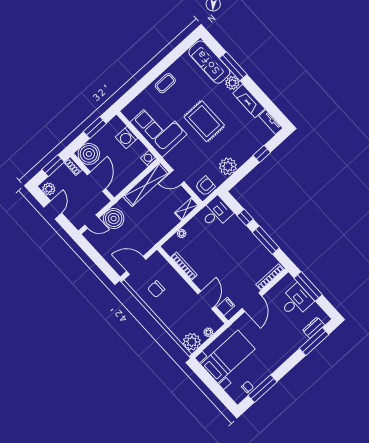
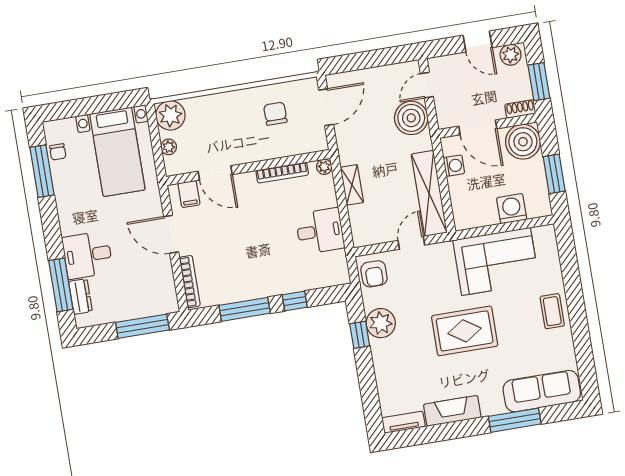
plant: (232, 83) -> (492, 404), removed
window: (262, 154) -> (360, 335), moved
washing machine: (149, 158) -> (454, 166), moved
shelving: (187, 209) -> (352, 185), moved
desk: (216, 213) -> (320, 231), moved, turned -90
plant: (182, 233) -> (324, 167), moved
desk: (296, 301) -> (87, 255), moved, turned 90

